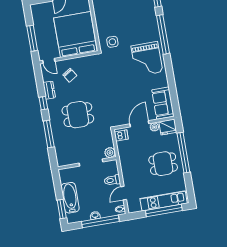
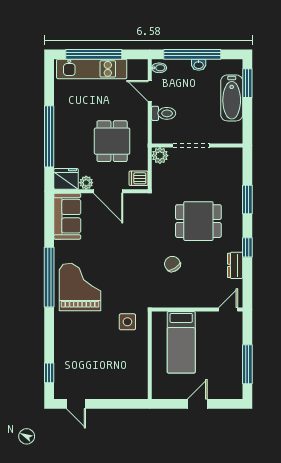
window: (163, 34) -> (49, 277), moved
bed: (75, 35) -> (181, 342), width x0.49
window: (32, 38) -> (247, 364), moved
door: (49, 61) -> (228, 310), hinge flipped
chair: (70, 75) -> (172, 264), moved
door: (139, 124) -> (108, 191), hinge flipped
window: (49, 134) -> (247, 199), width x0.69
dining table: (163, 164) -> (112, 141), moved, turned 90
door: (124, 193) -> (150, 91), swing flipped

